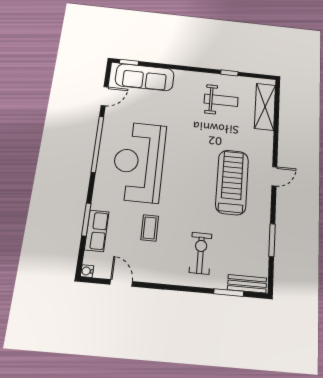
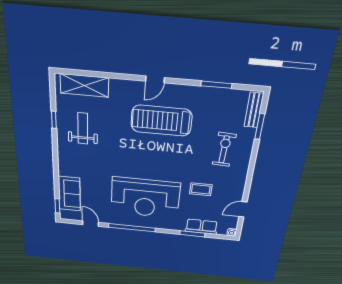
sofa: (145, 77) -> (69, 194), width x0.73
door: (274, 176) -> (155, 79), swing flipped
exercise bike: (201, 253) -> (224, 150), turned 93

